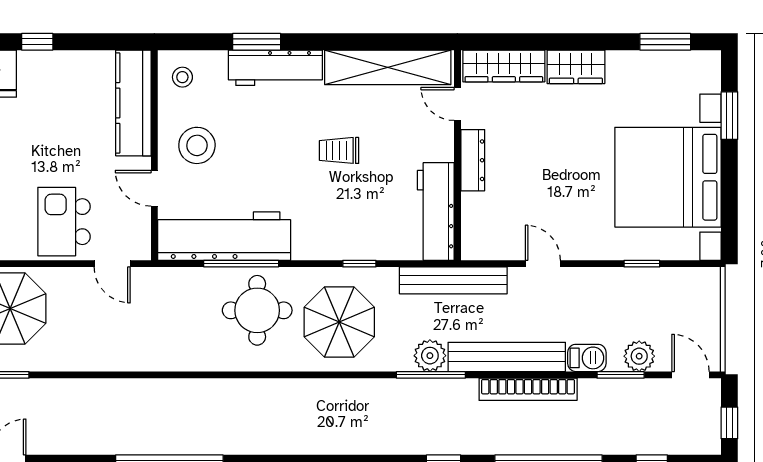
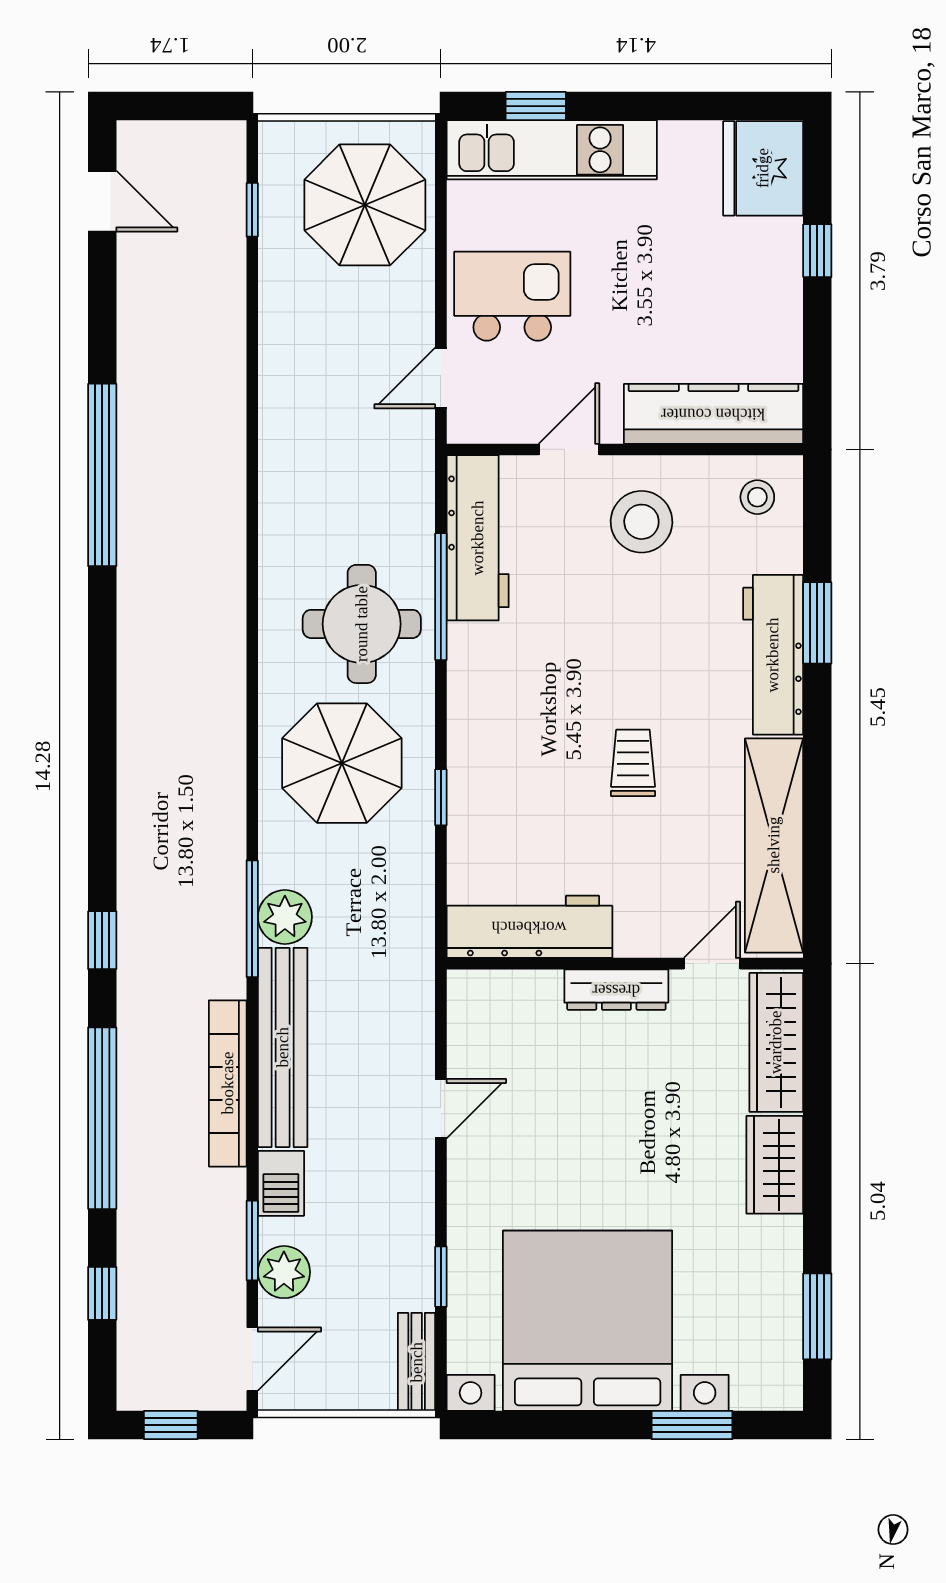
workbench: (224, 236) -> (478, 538), width x0.73, depth x0.76
bench: (453, 280) -> (417, 1362), moved, width x0.54, depth x0.82

